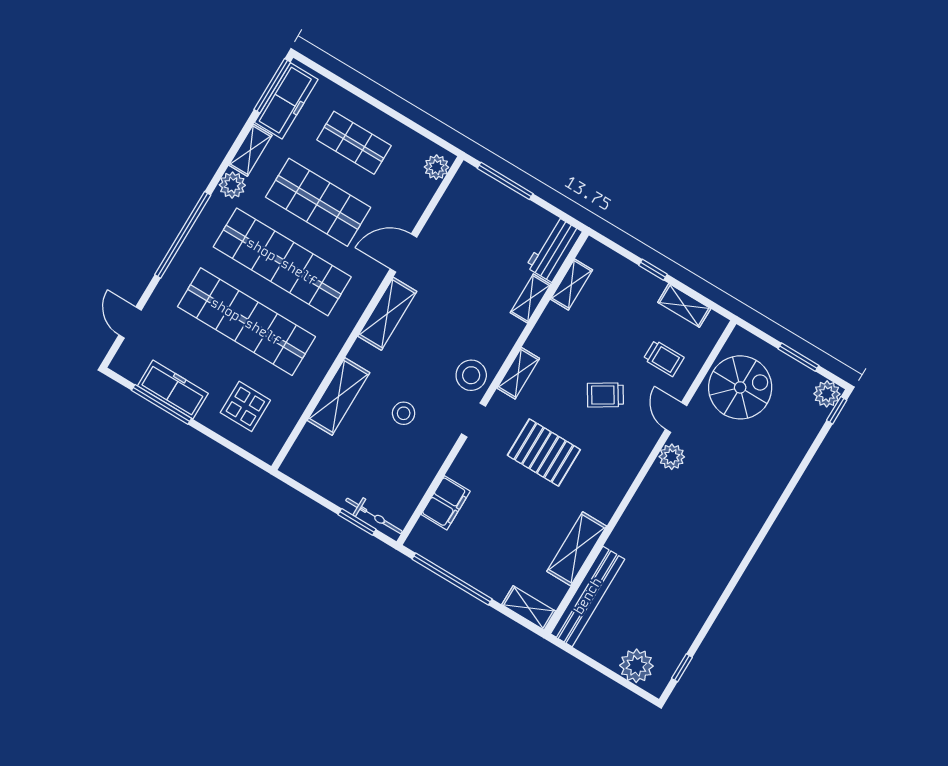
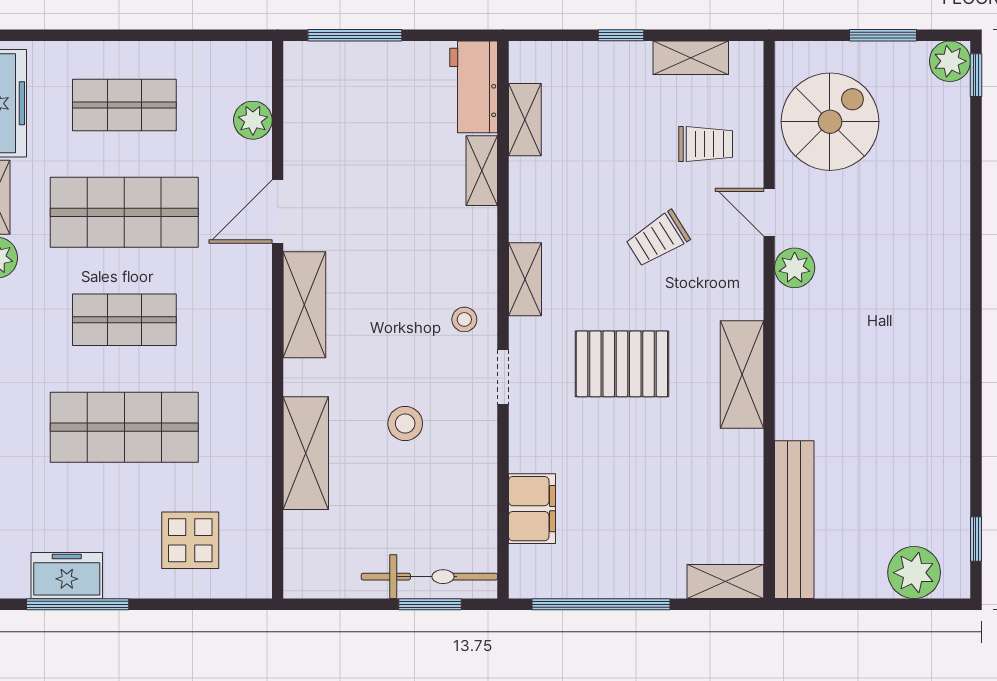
plant: (436, 167) -> (253, 120), moved
shop shelf: (282, 262) -> (124, 320), width x0.50, depth x0.74
shop shelf: (246, 322) -> (124, 427), width x0.71
stool: (471, 375) -> (464, 319), width x0.53, depth x0.53
freezer: (173, 390) -> (67, 576), width x0.71
bicycle: (374, 516) -> (429, 577), width x1.37, depth x1.40
shelving: (577, 549) -> (742, 375), moved

